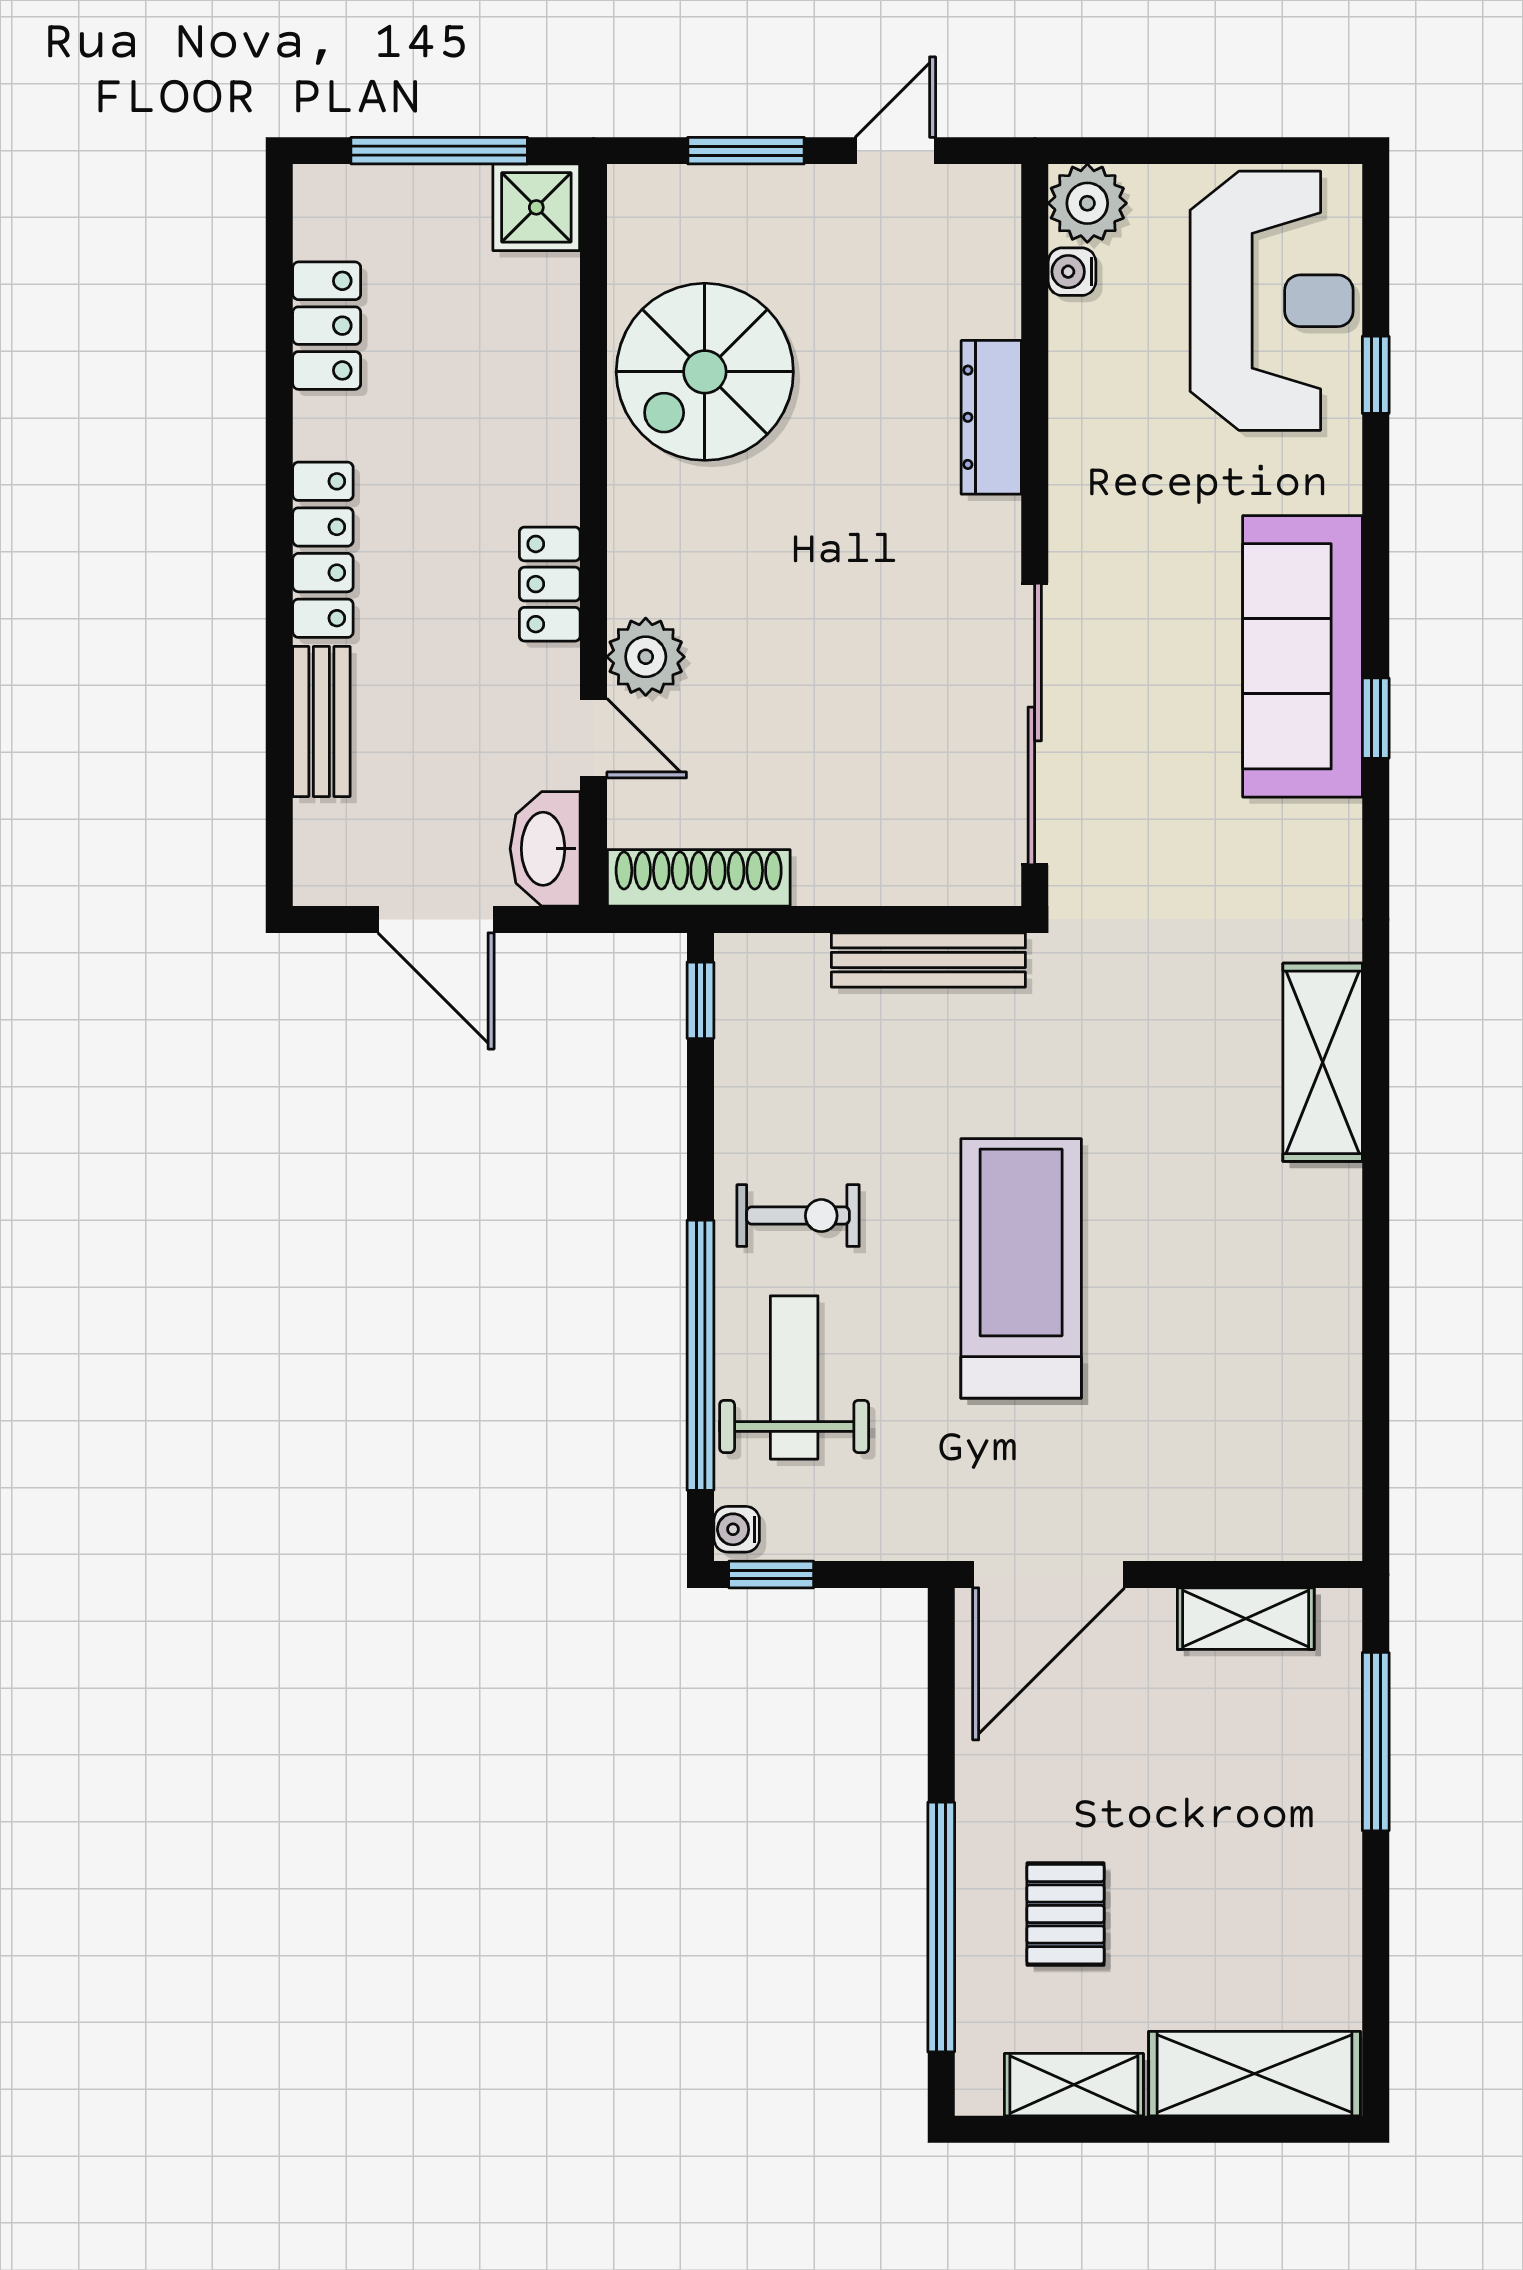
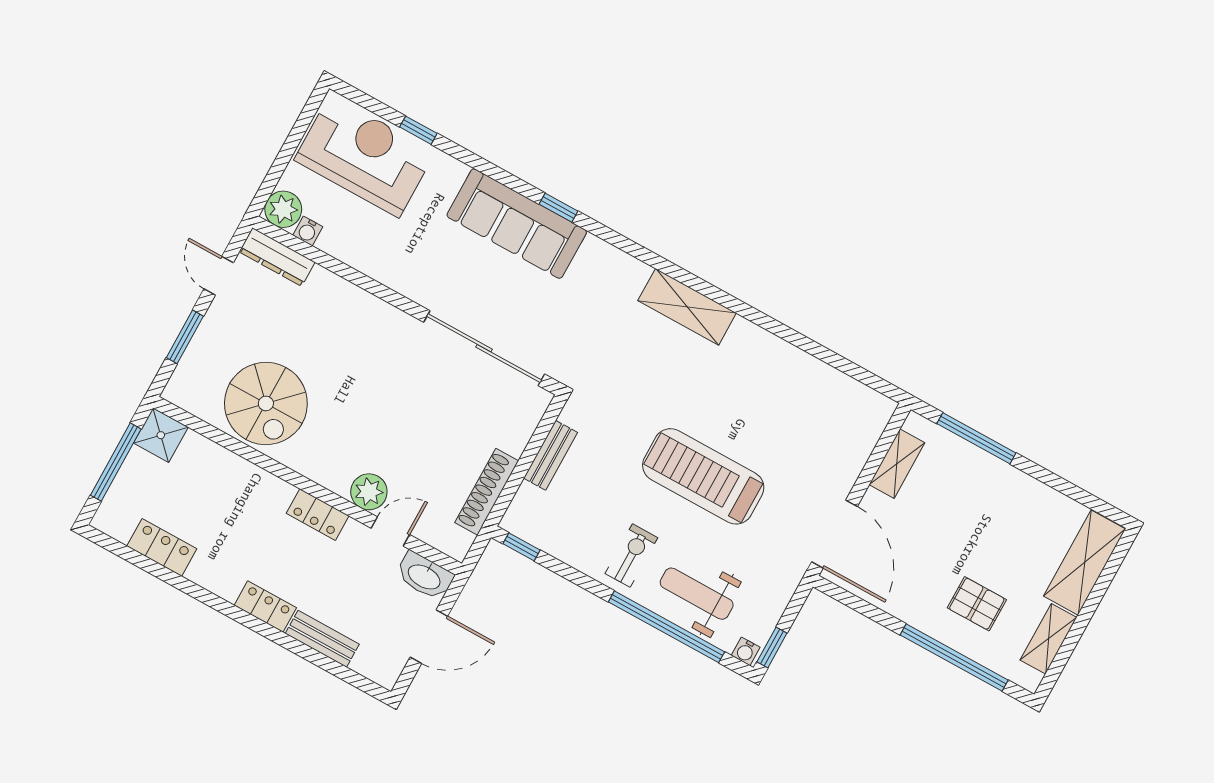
dresser: (991, 417) -> (277, 257), moved
locker: (323, 550) -> (265, 607), width x0.66
shoe rack: (699, 878) -> (487, 492), moved
bench: (928, 960) -> (551, 455), width x0.73

